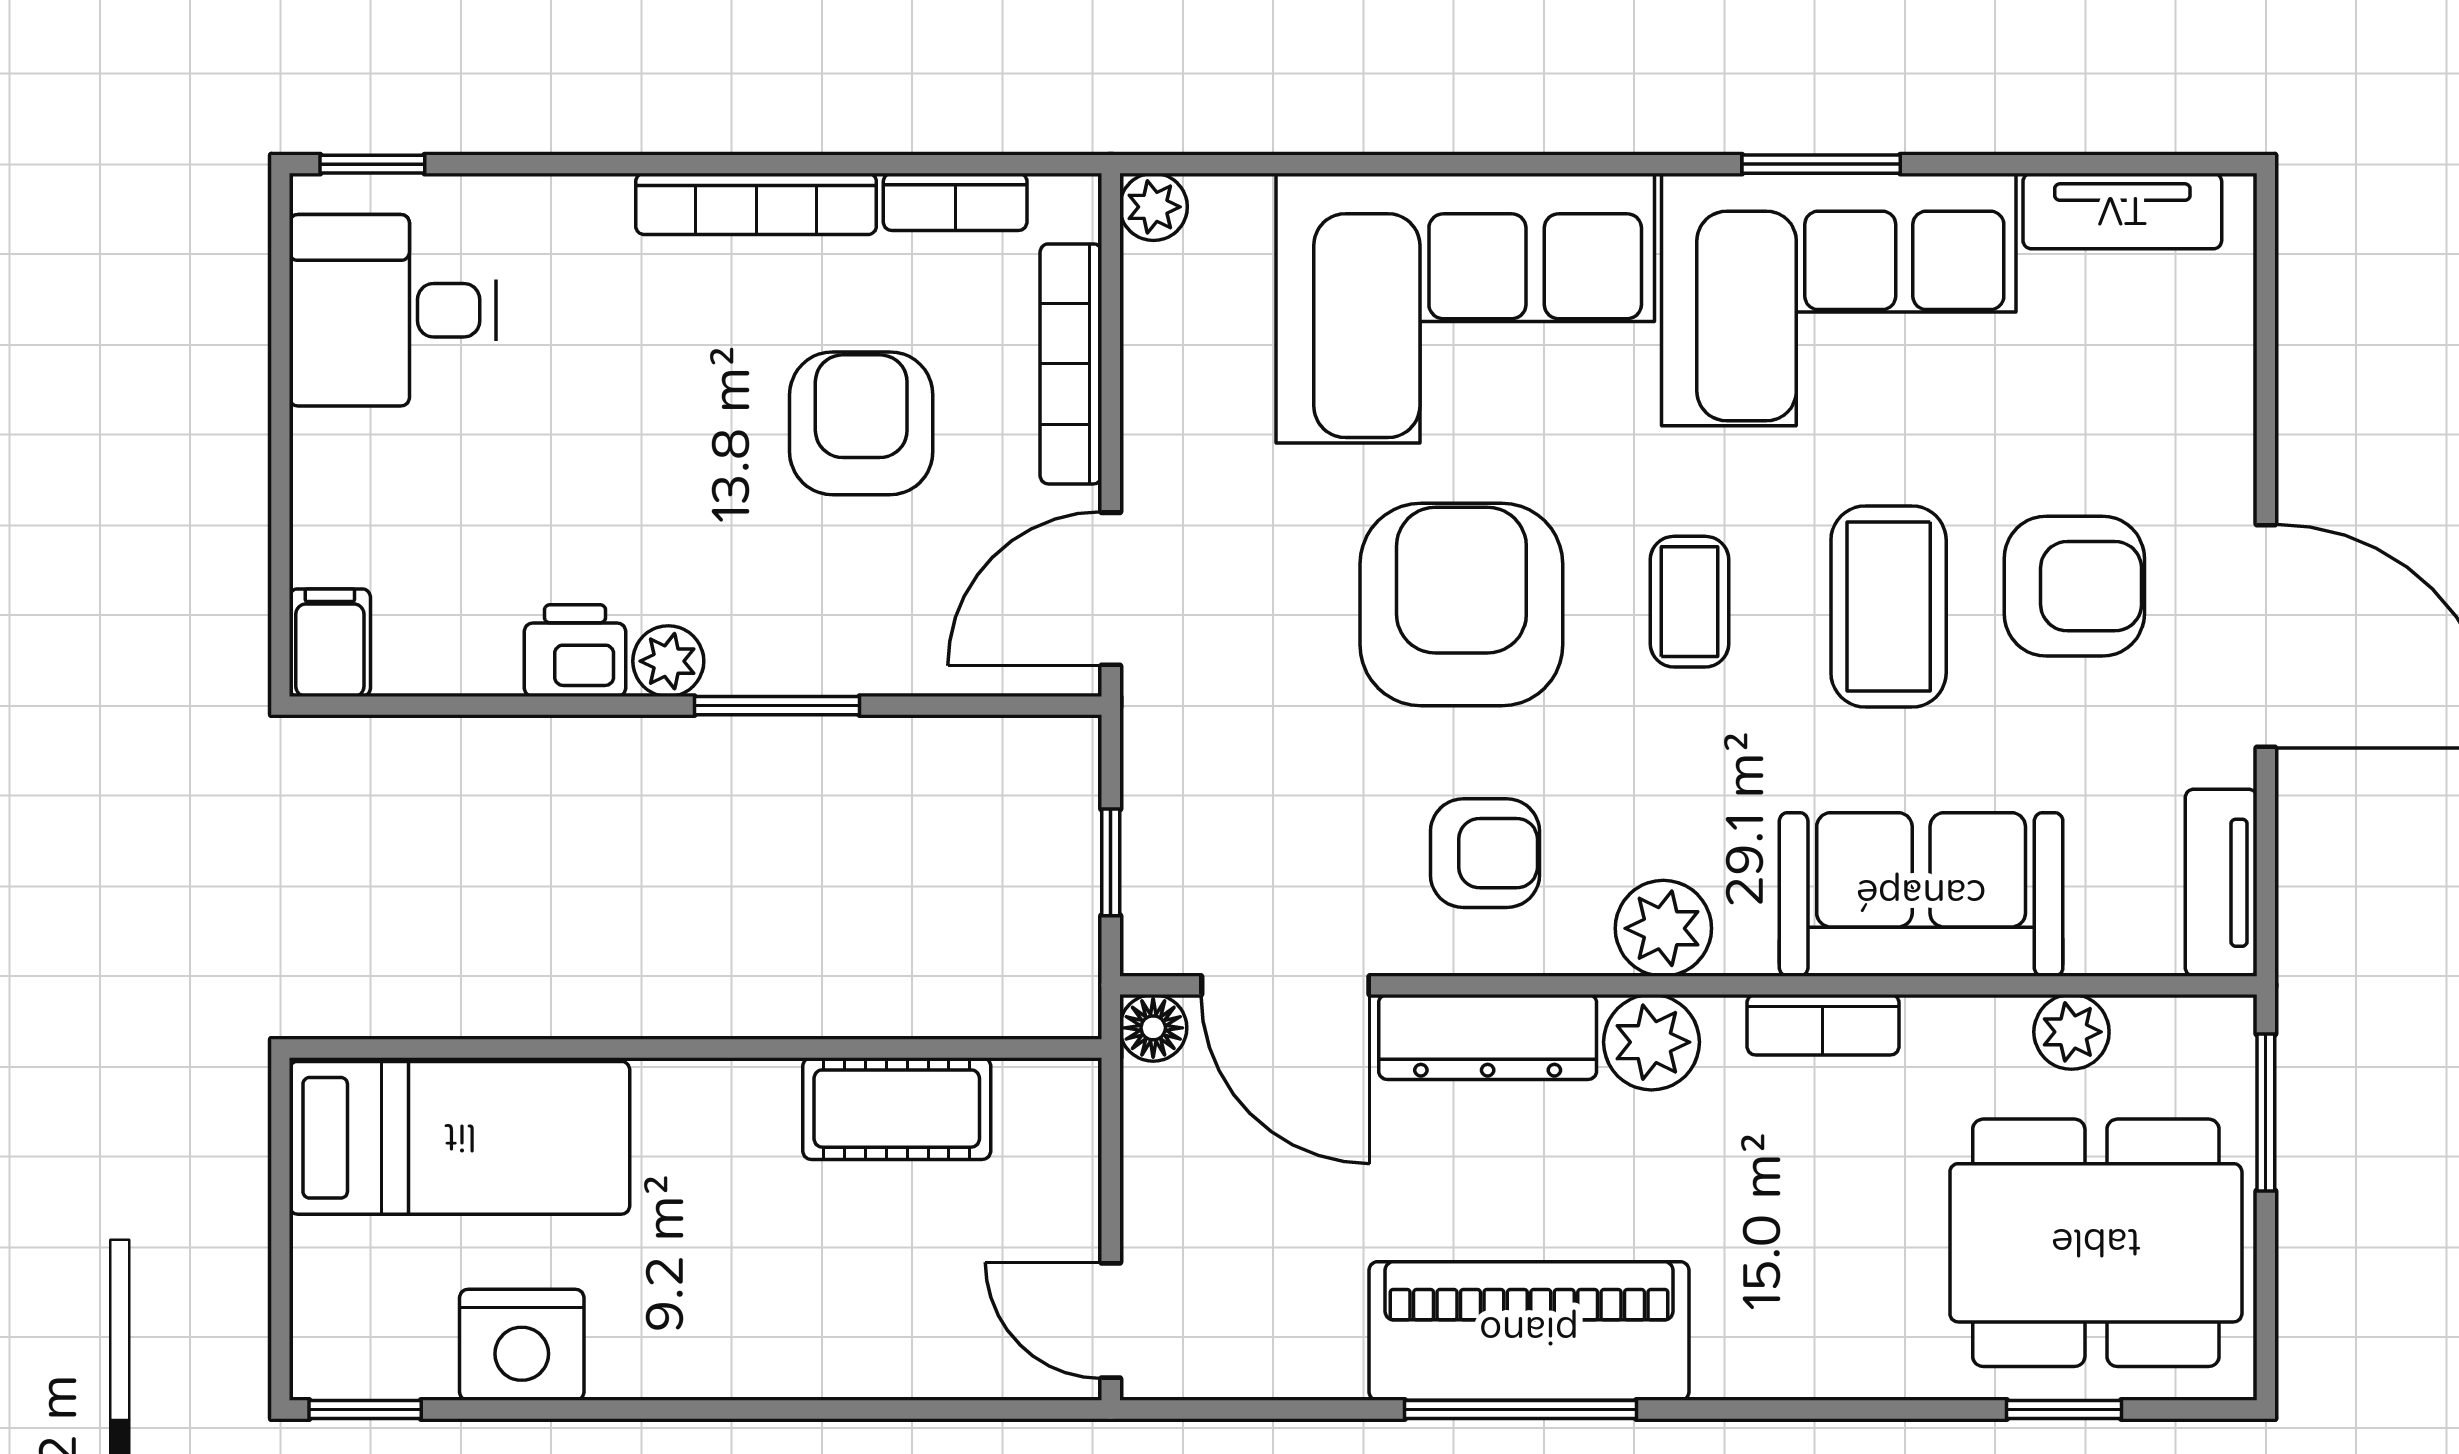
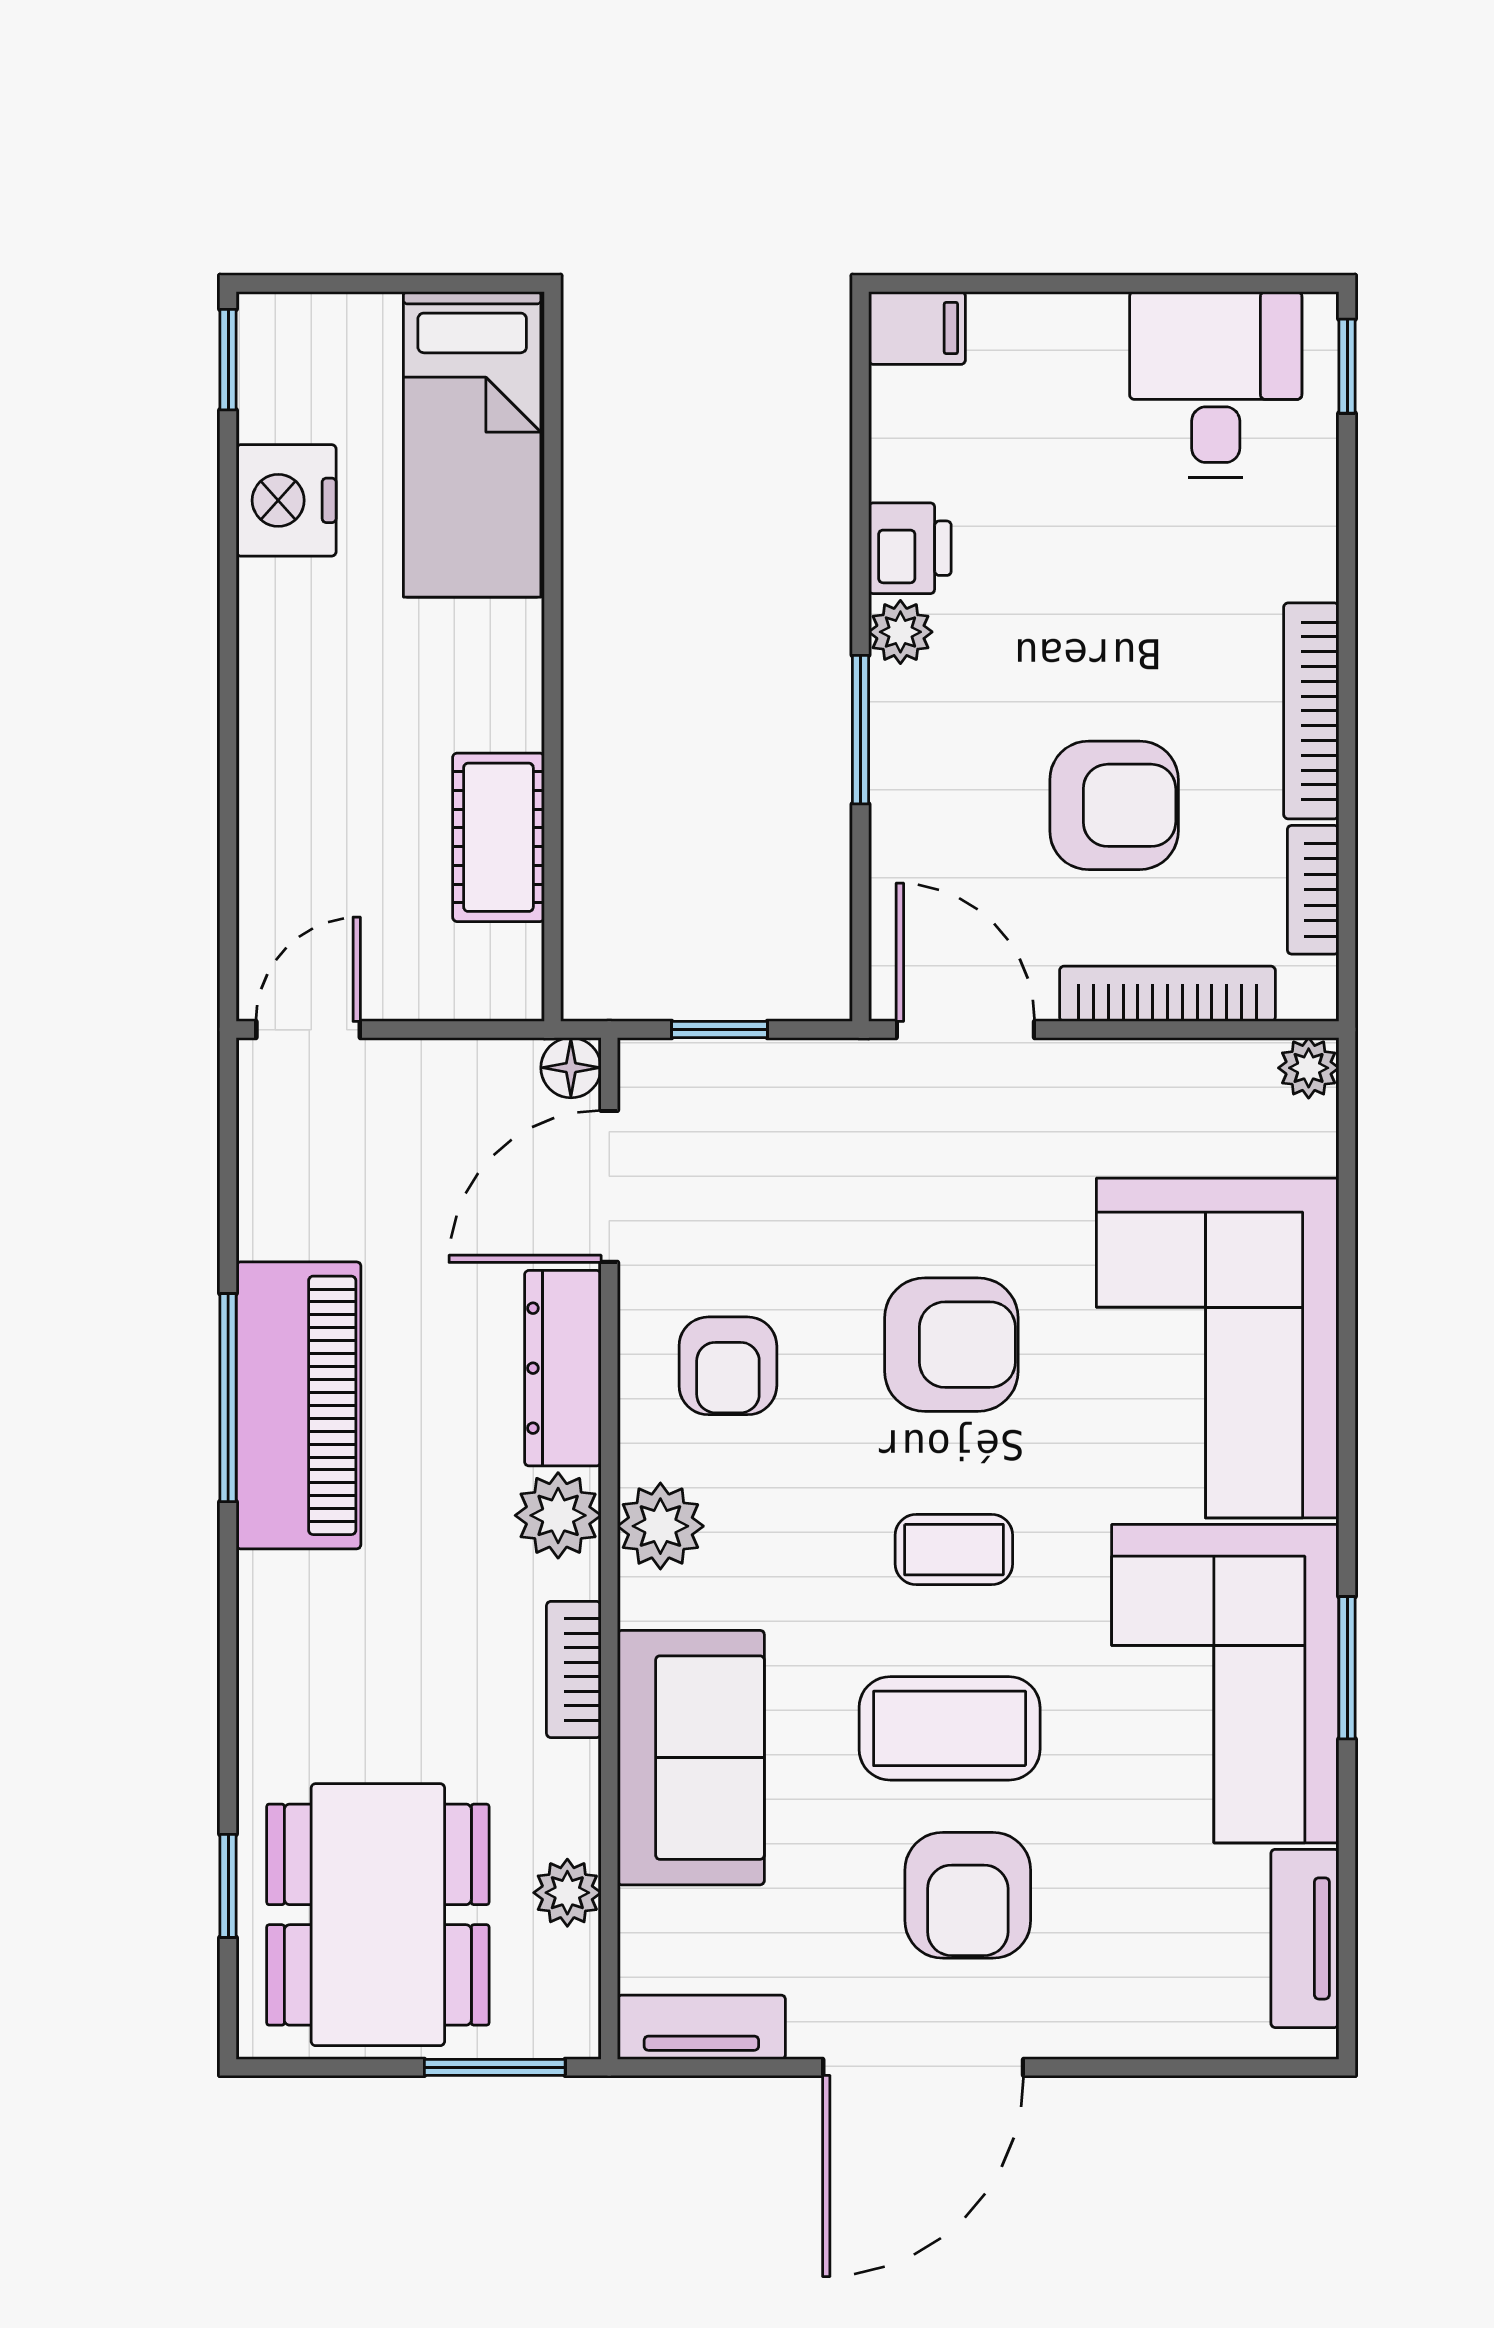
armchair: (1461, 604) -> (951, 1345), width x0.73, depth x0.73

